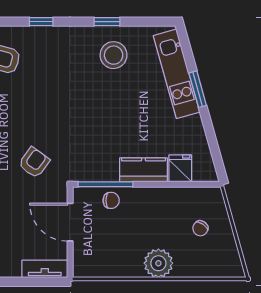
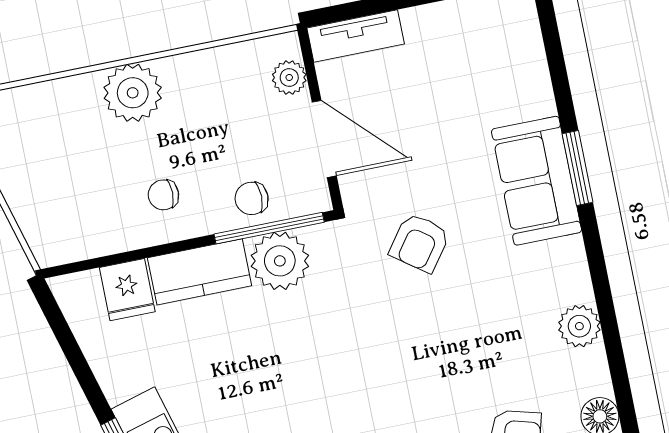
plant: (104, 167) -> (280, 261), added
chair: (200, 228) -> (163, 195), moved, turned -125
plant: (81, 255) -> (289, 77), added

